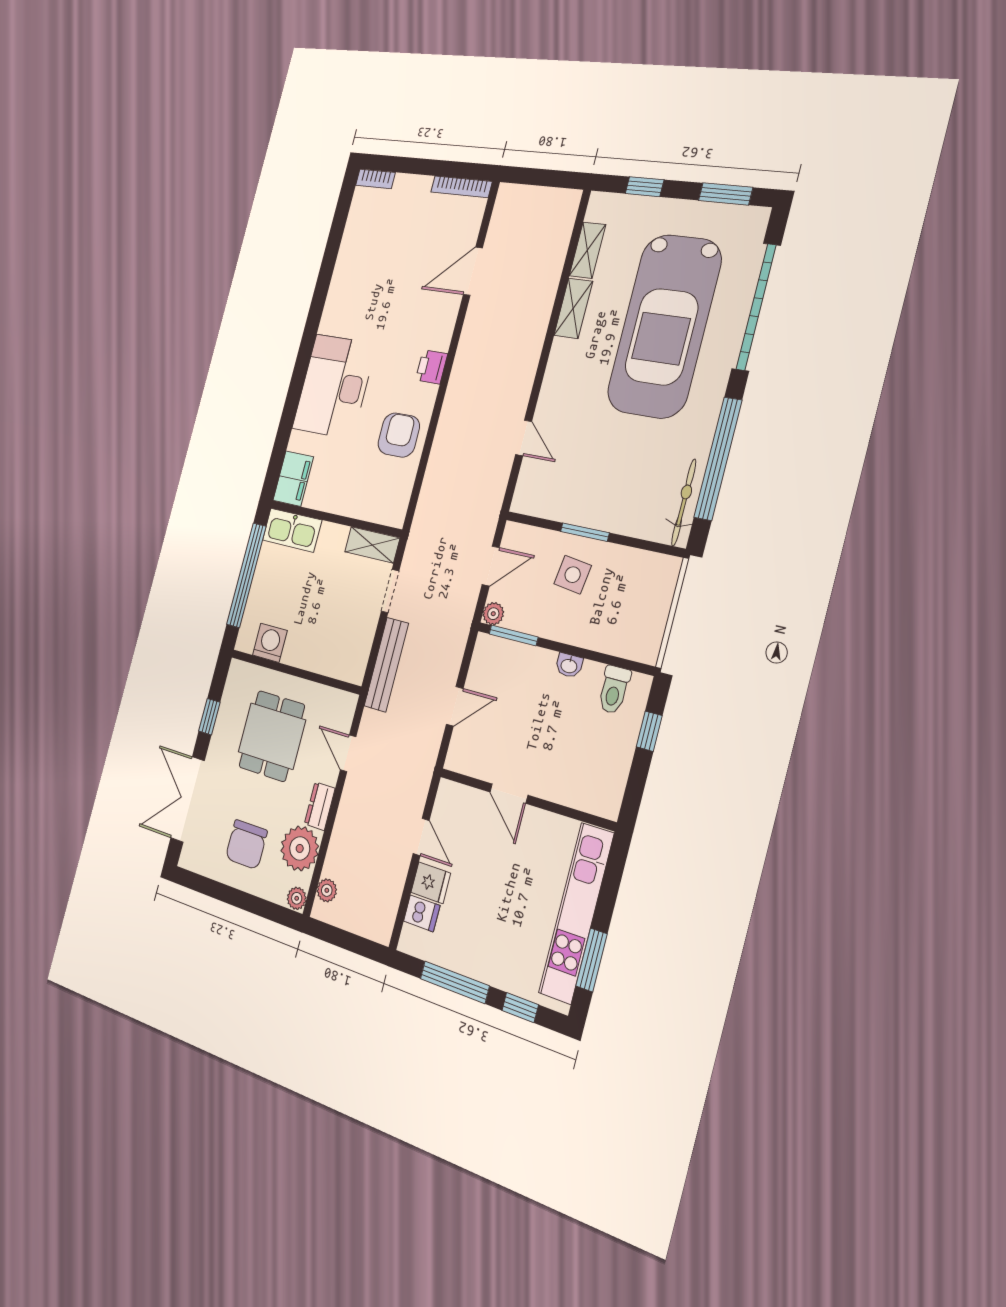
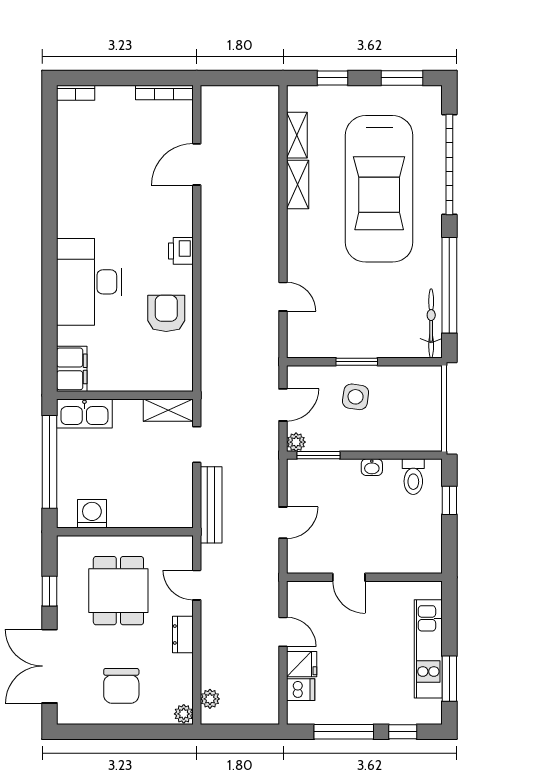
plant: (300, 848) -> (174, 674), removed
kitchen unit: (576, 913) -> (428, 649), width x0.73

